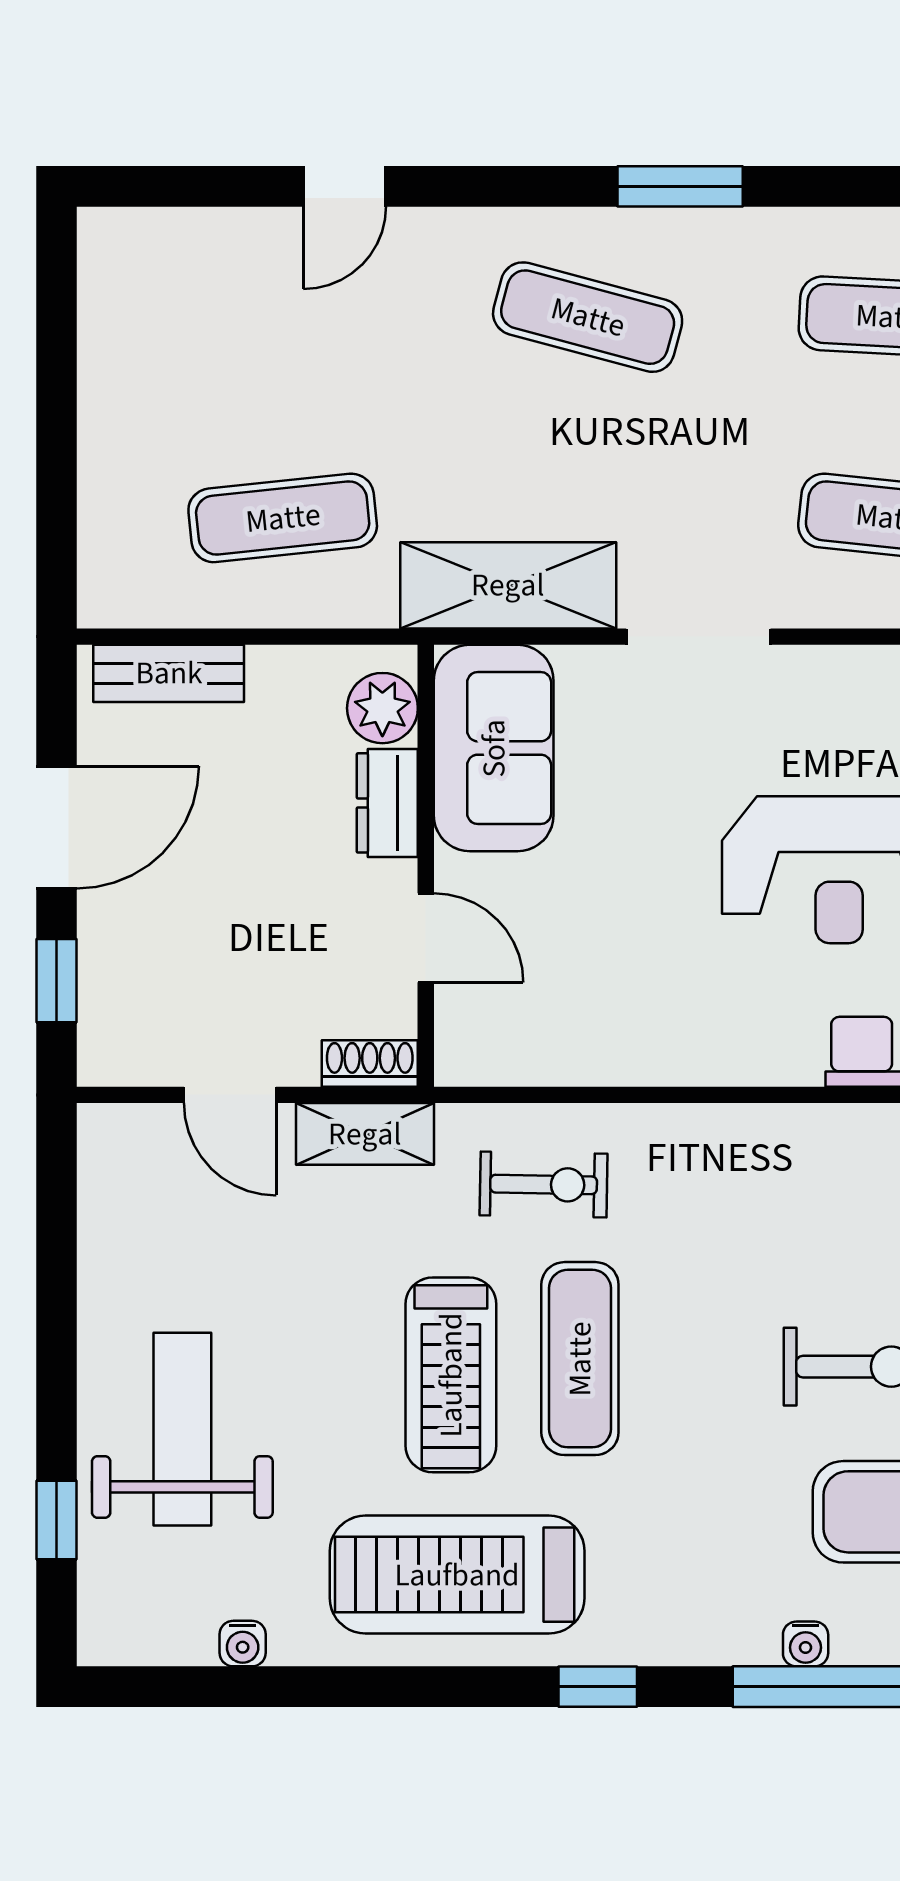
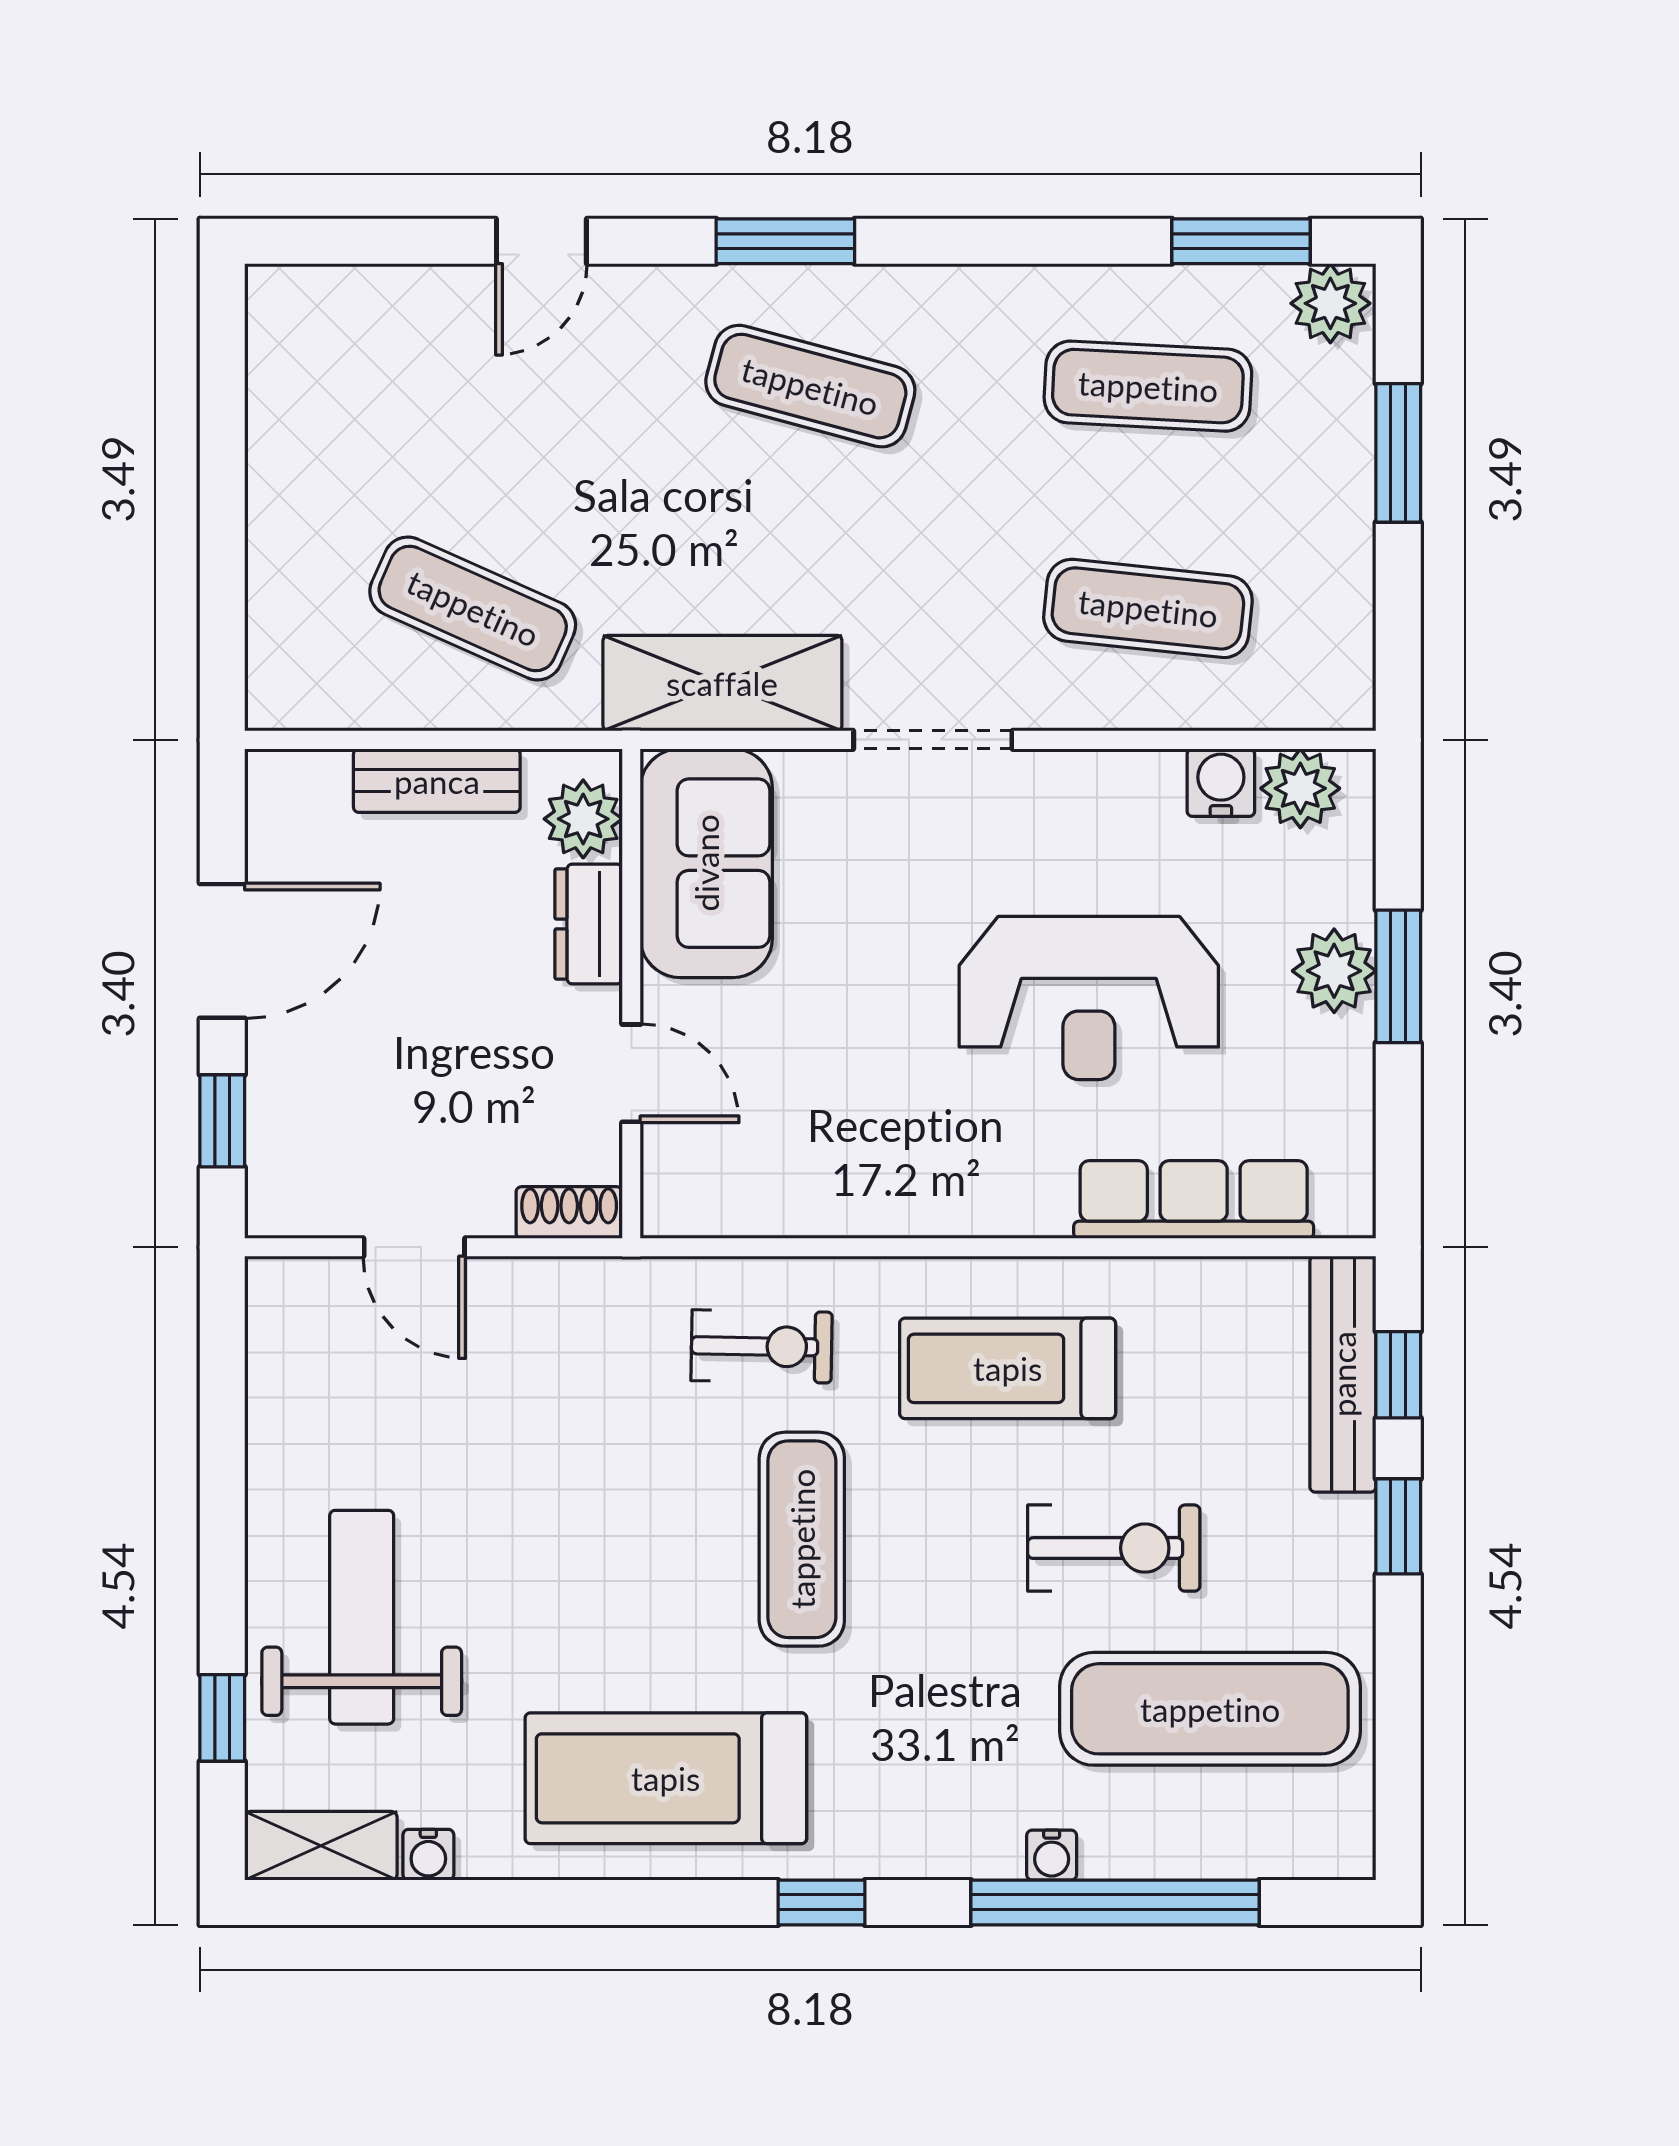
window: (680, 186) -> (785, 241), moved
exercise mat: (283, 518) -> (473, 608), turned 30
bench: (169, 673) -> (437, 781), moved
shelving: (365, 1134) -> (321, 1846), moved
treadmill: (451, 1375) -> (1008, 1368), moved, turned 90

